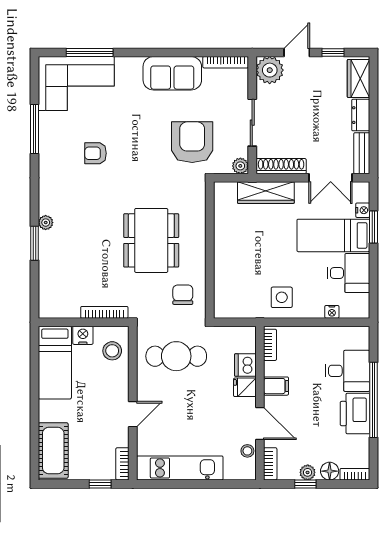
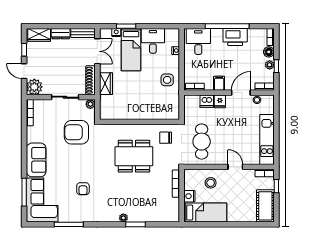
sofa: (172, 73) -> (36, 160), moved
wardrobe: (266, 193) -> (106, 84), width x0.67
stool: (112, 351) -> (211, 183), moved
desk: (347, 371) -> (198, 41), moved
cot: (53, 451) -> (265, 206), moved, turned 90

